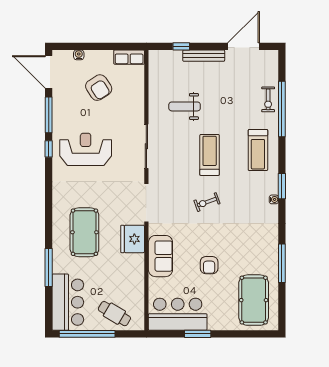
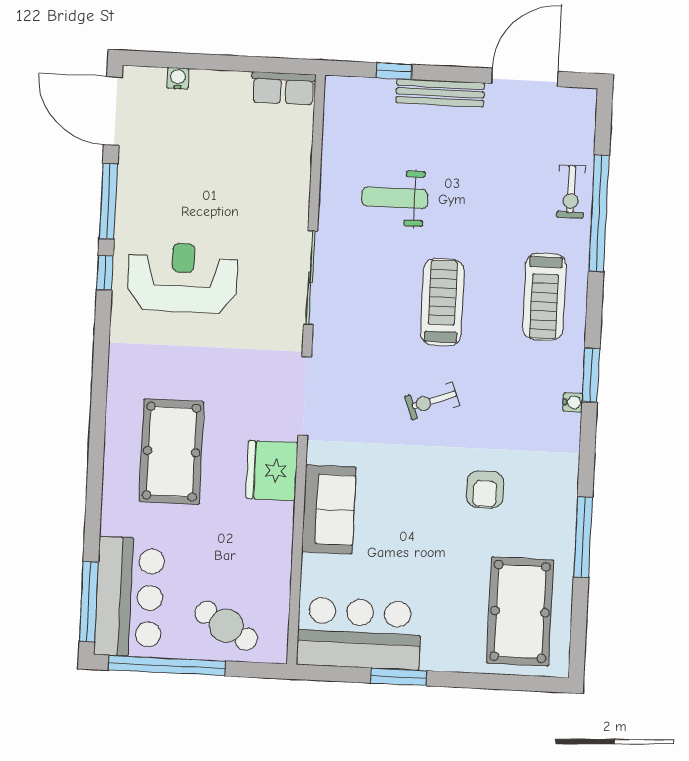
armchair: (99, 88) -> (216, 149), removed
armchair: (209, 265) -> (485, 489), moved
window: (49, 267) -> (89, 602), moved

